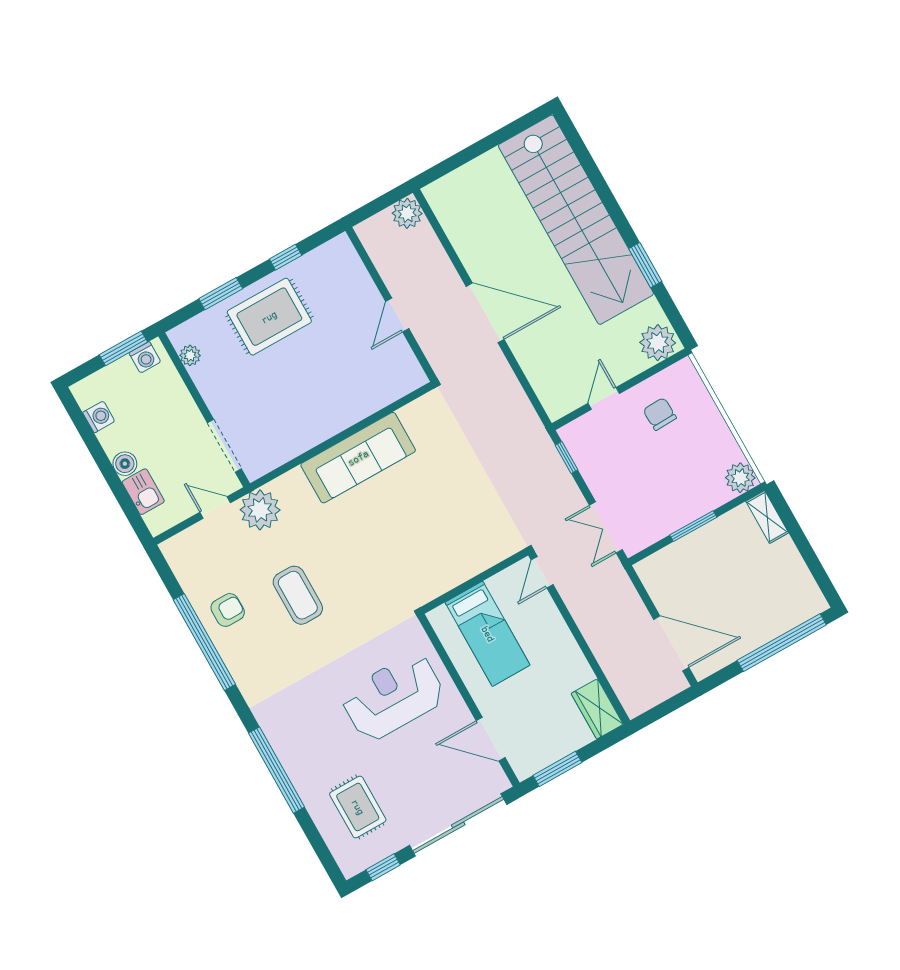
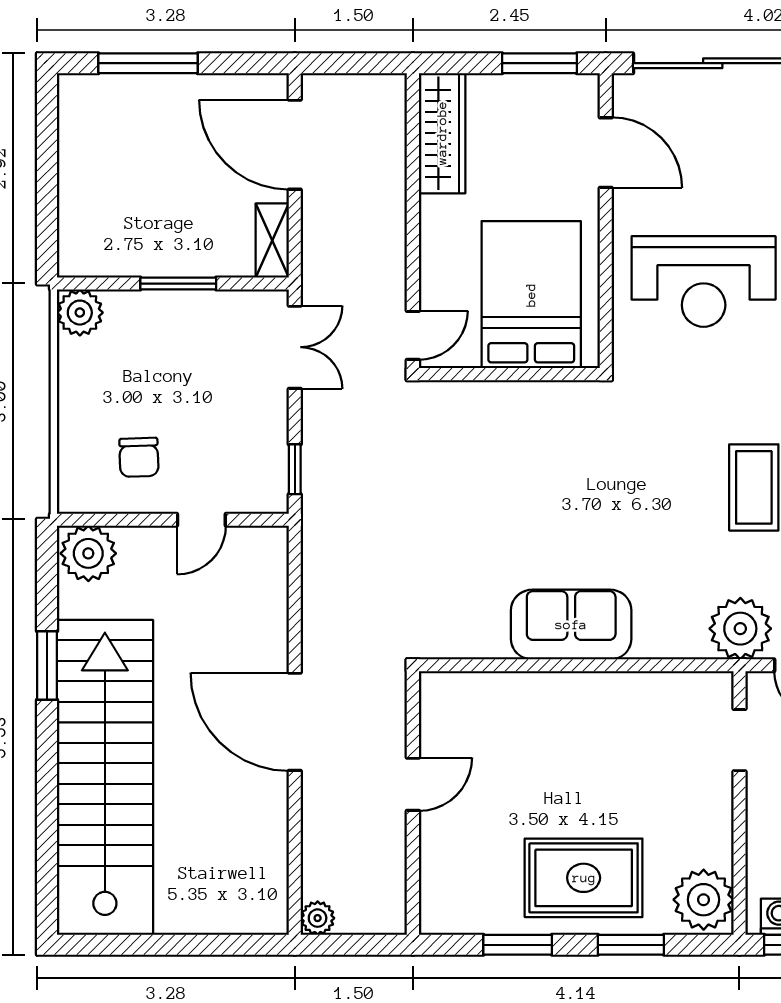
plant: (407, 213) -> (318, 918), width x0.73, depth x0.73
window: (286, 257) -> (518, 945), width x1.50
plant: (190, 355) -> (704, 900), width x1.87, depth x1.87
doorway: (224, 446) -> (740, 740), width x0.73
sofa: (358, 458) -> (571, 625), width x0.73
shelving: (767, 517) -> (272, 241), moved
bed: (488, 634) -> (531, 295), width x1.50
window: (782, 643) -> (148, 63), width x0.68
wardrobe: (597, 709) -> (442, 133), width x1.50

